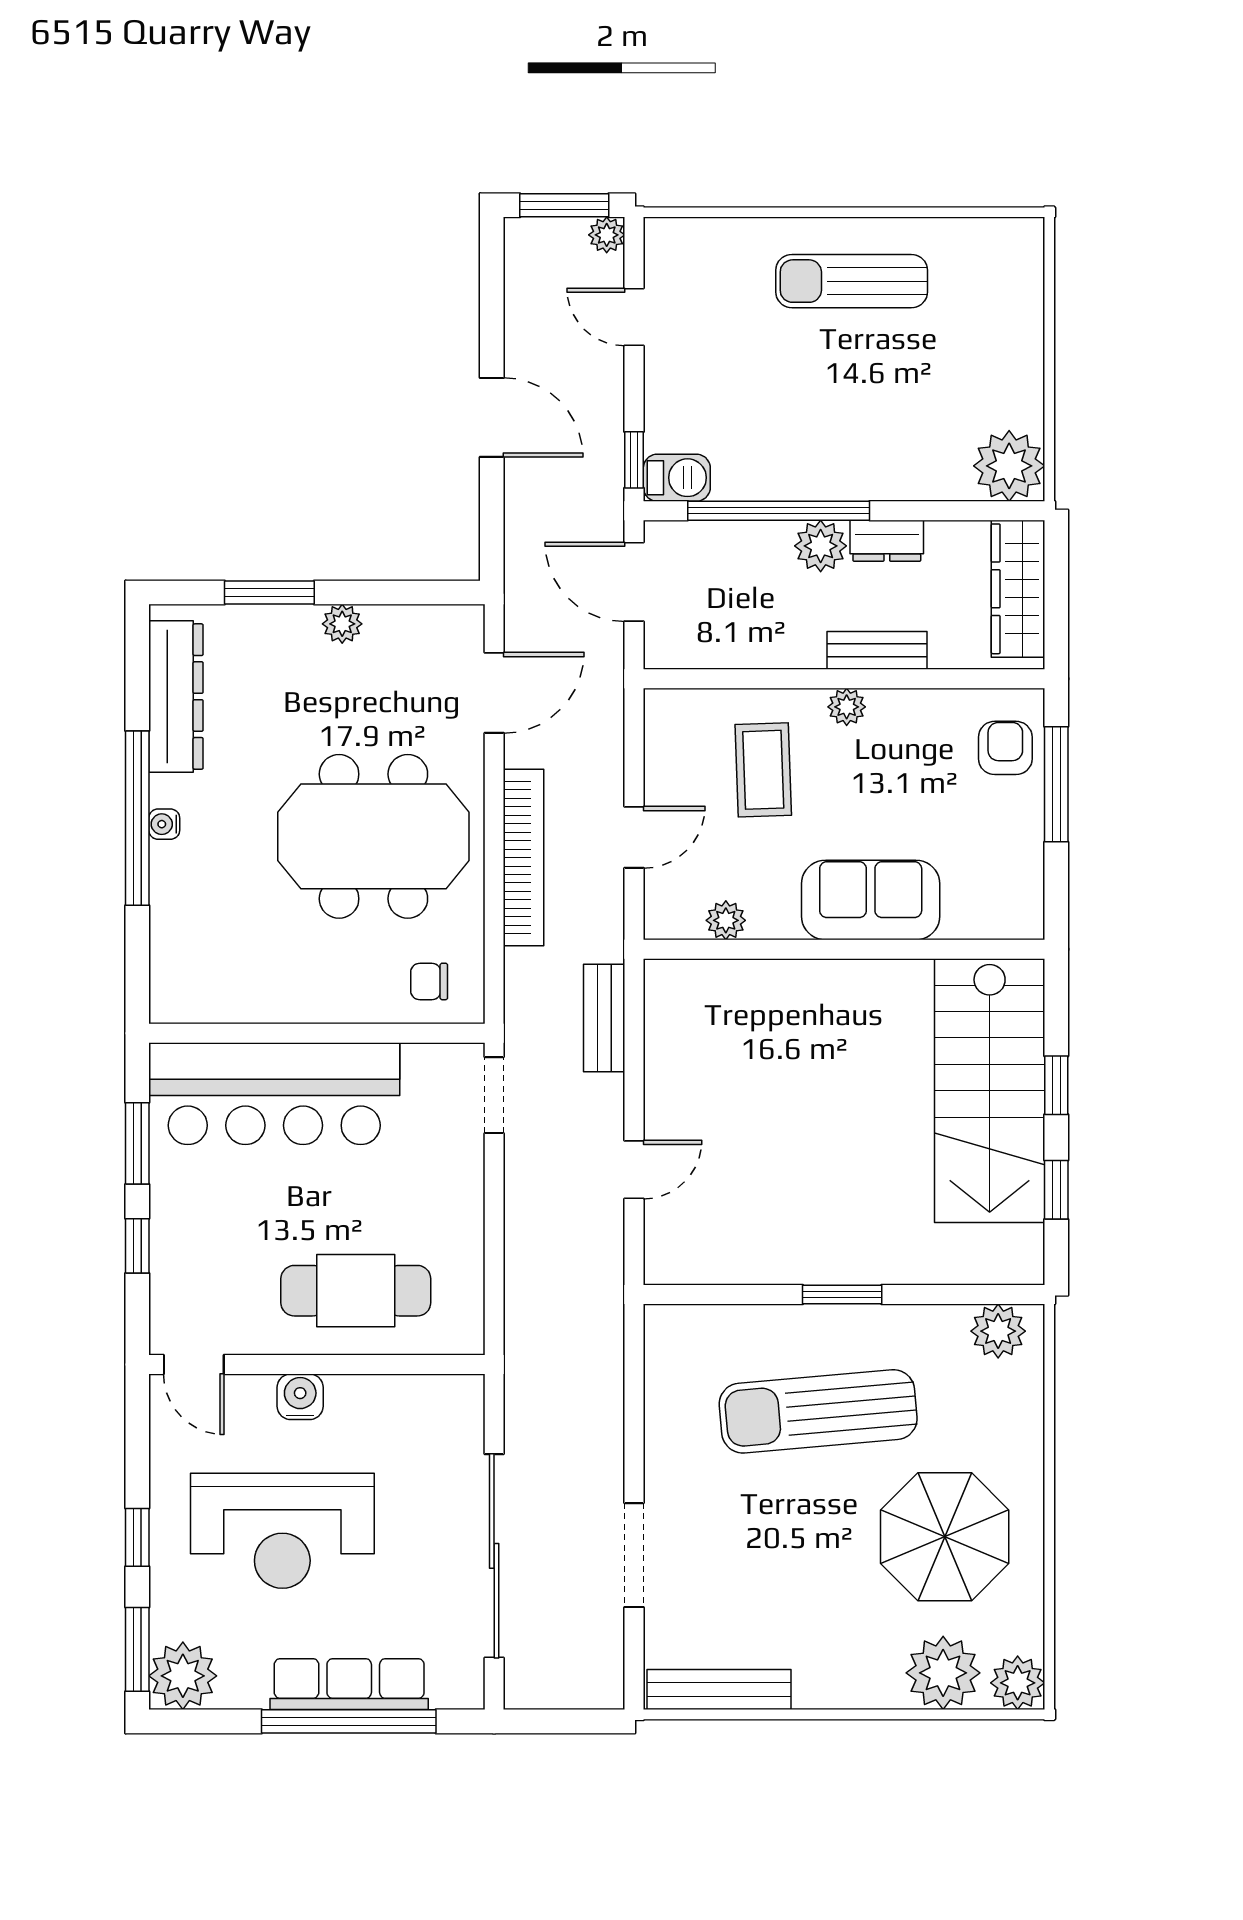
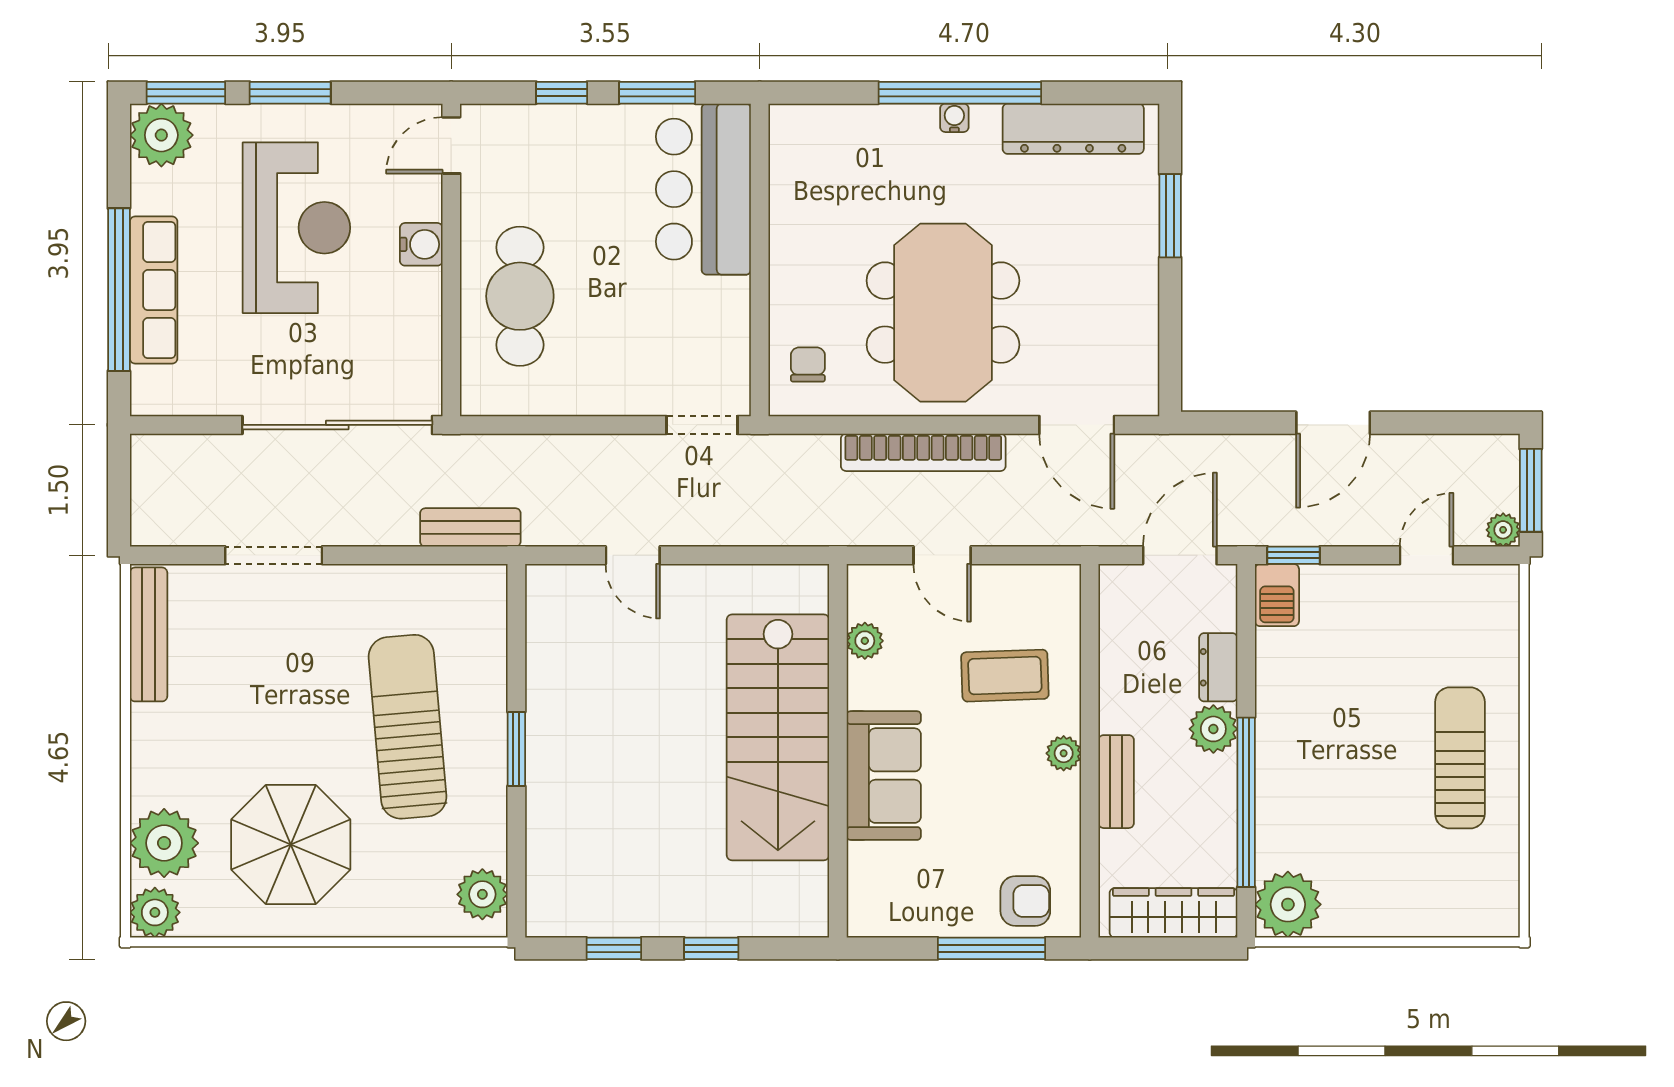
window: (779, 511) -> (1246, 802), moved
dresser: (887, 541) -> (1218, 667), moved
plant: (342, 624) -> (1141, 283), removed
bench: (604, 1018) -> (470, 527), moved
stairs: (990, 1091) -> (778, 737), moved, turned -90
bar counter: (274, 1094) -> (703, 189), width x0.73
reception desk: (282, 1531) -> (296, 228), turned 180
window: (137, 1537) -> (290, 93), width x1.50
sliding door: (494, 1556) -> (337, 425), moved

